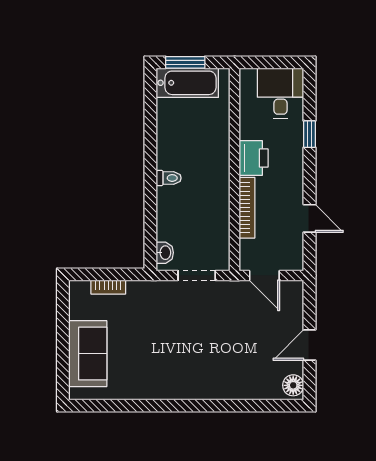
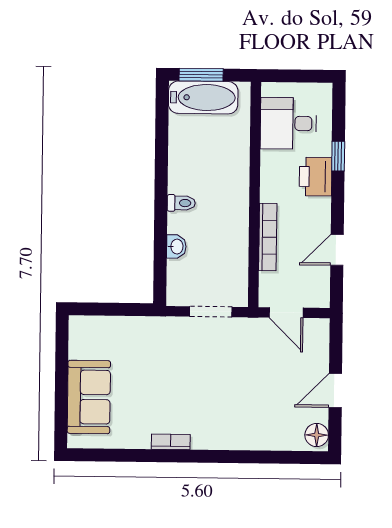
desk: (280, 93) -> (288, 123), moved, turned -90
printer: (254, 158) -> (316, 177), moved, turned 180
door: (309, 218) -> (337, 250), swing flipped
washbasin: (165, 253) -> (176, 247), moved
bookcase: (108, 287) -> (171, 442), moved, turned 180

